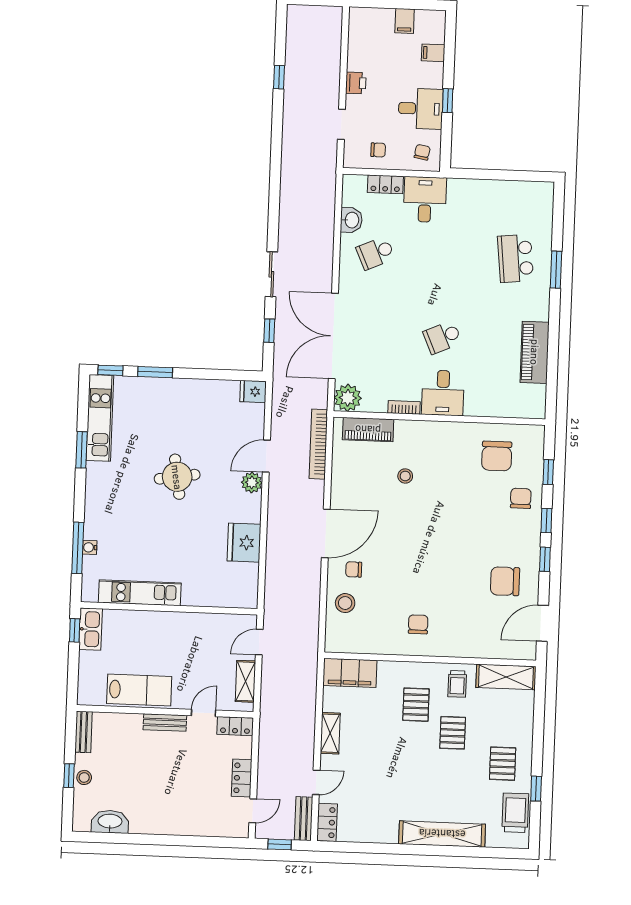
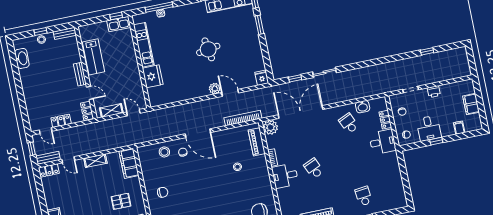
filing cabinet: (405, 21) -> (471, 104), width x2.00
school desk: (515, 258) -> (364, 196), width x0.54
fridge: (244, 543) -> (153, 76), moved, turned 90

